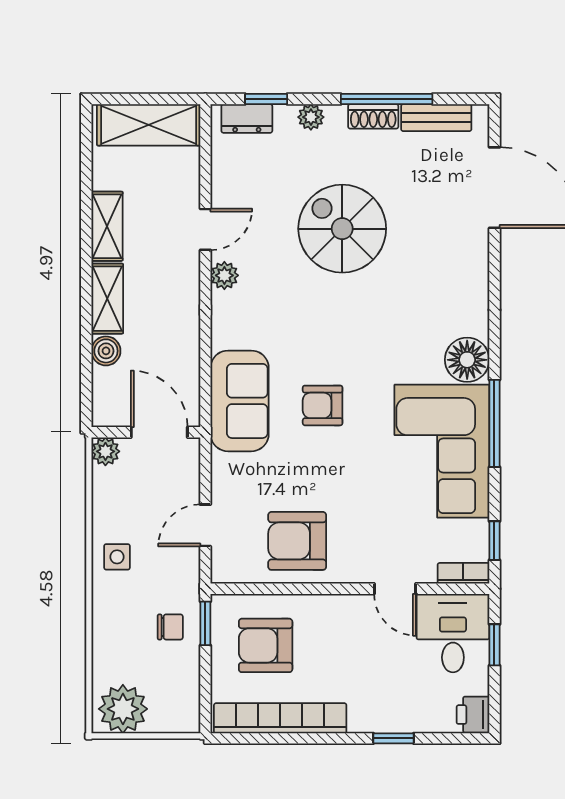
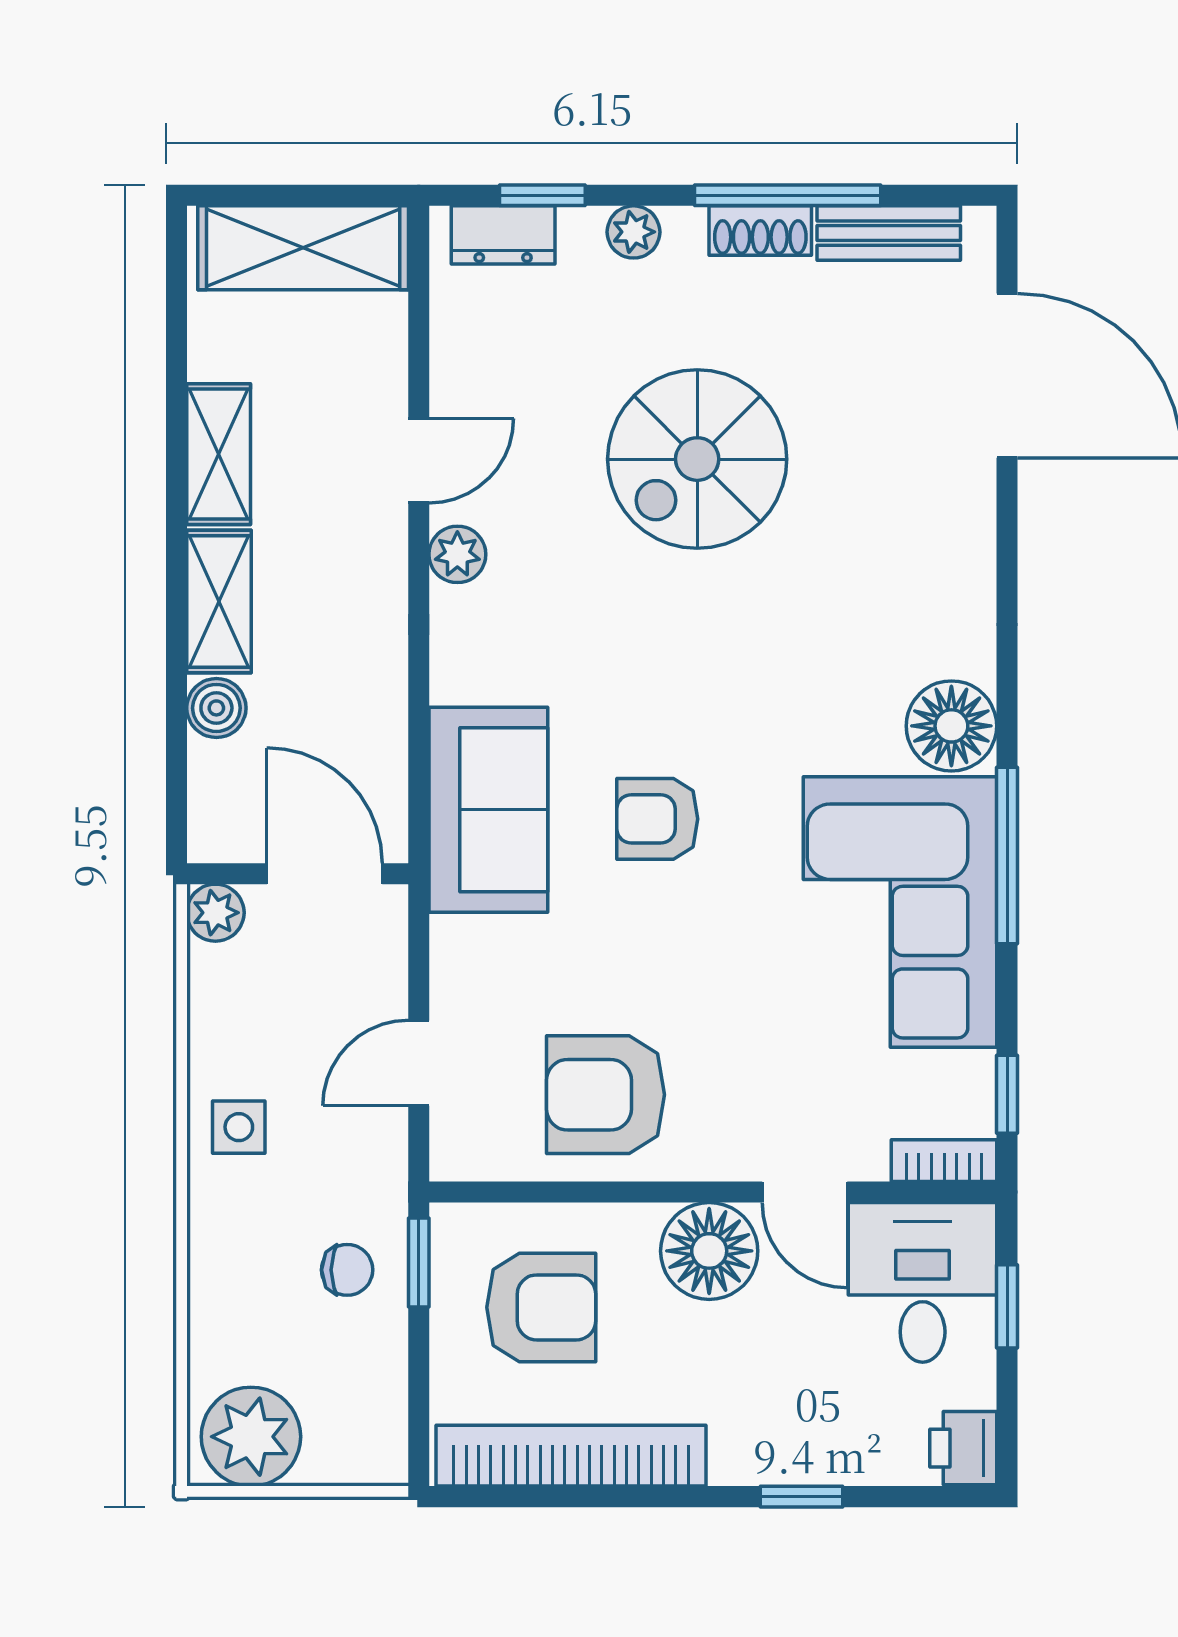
spiral stairs: (342, 229) -> (697, 459), turned -90
floor lamp: (348, 618) -> (709, 1251), added
armchair: (266, 645) -> (541, 1307), turned 180

